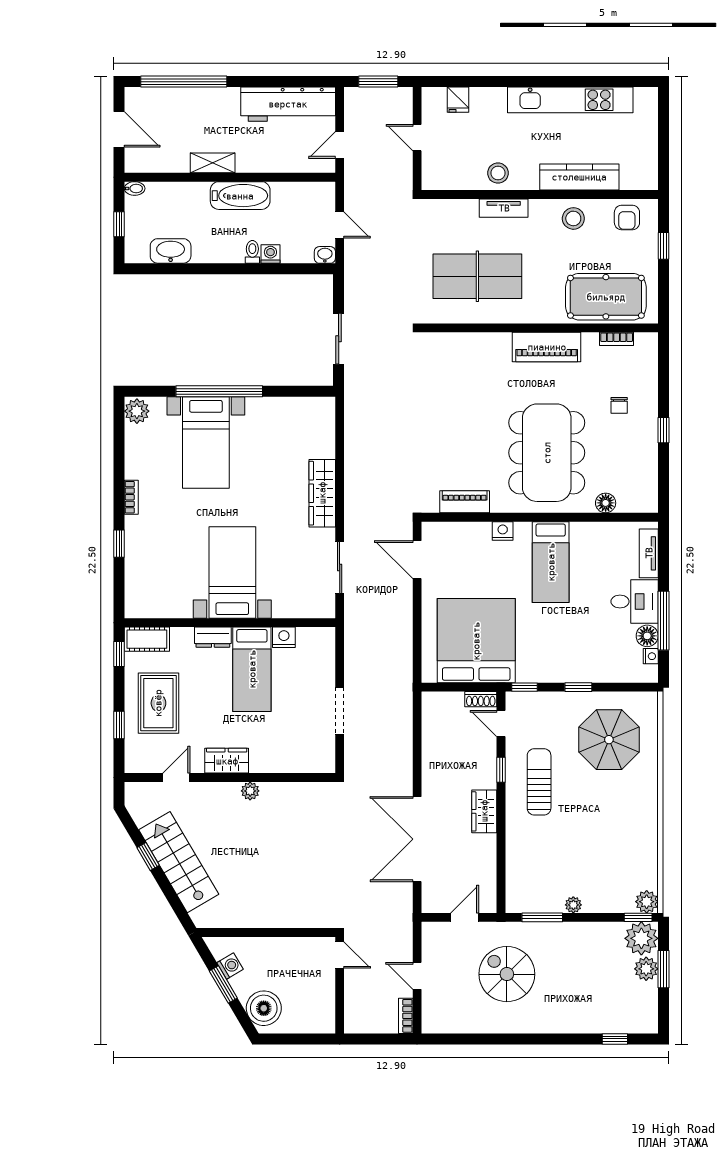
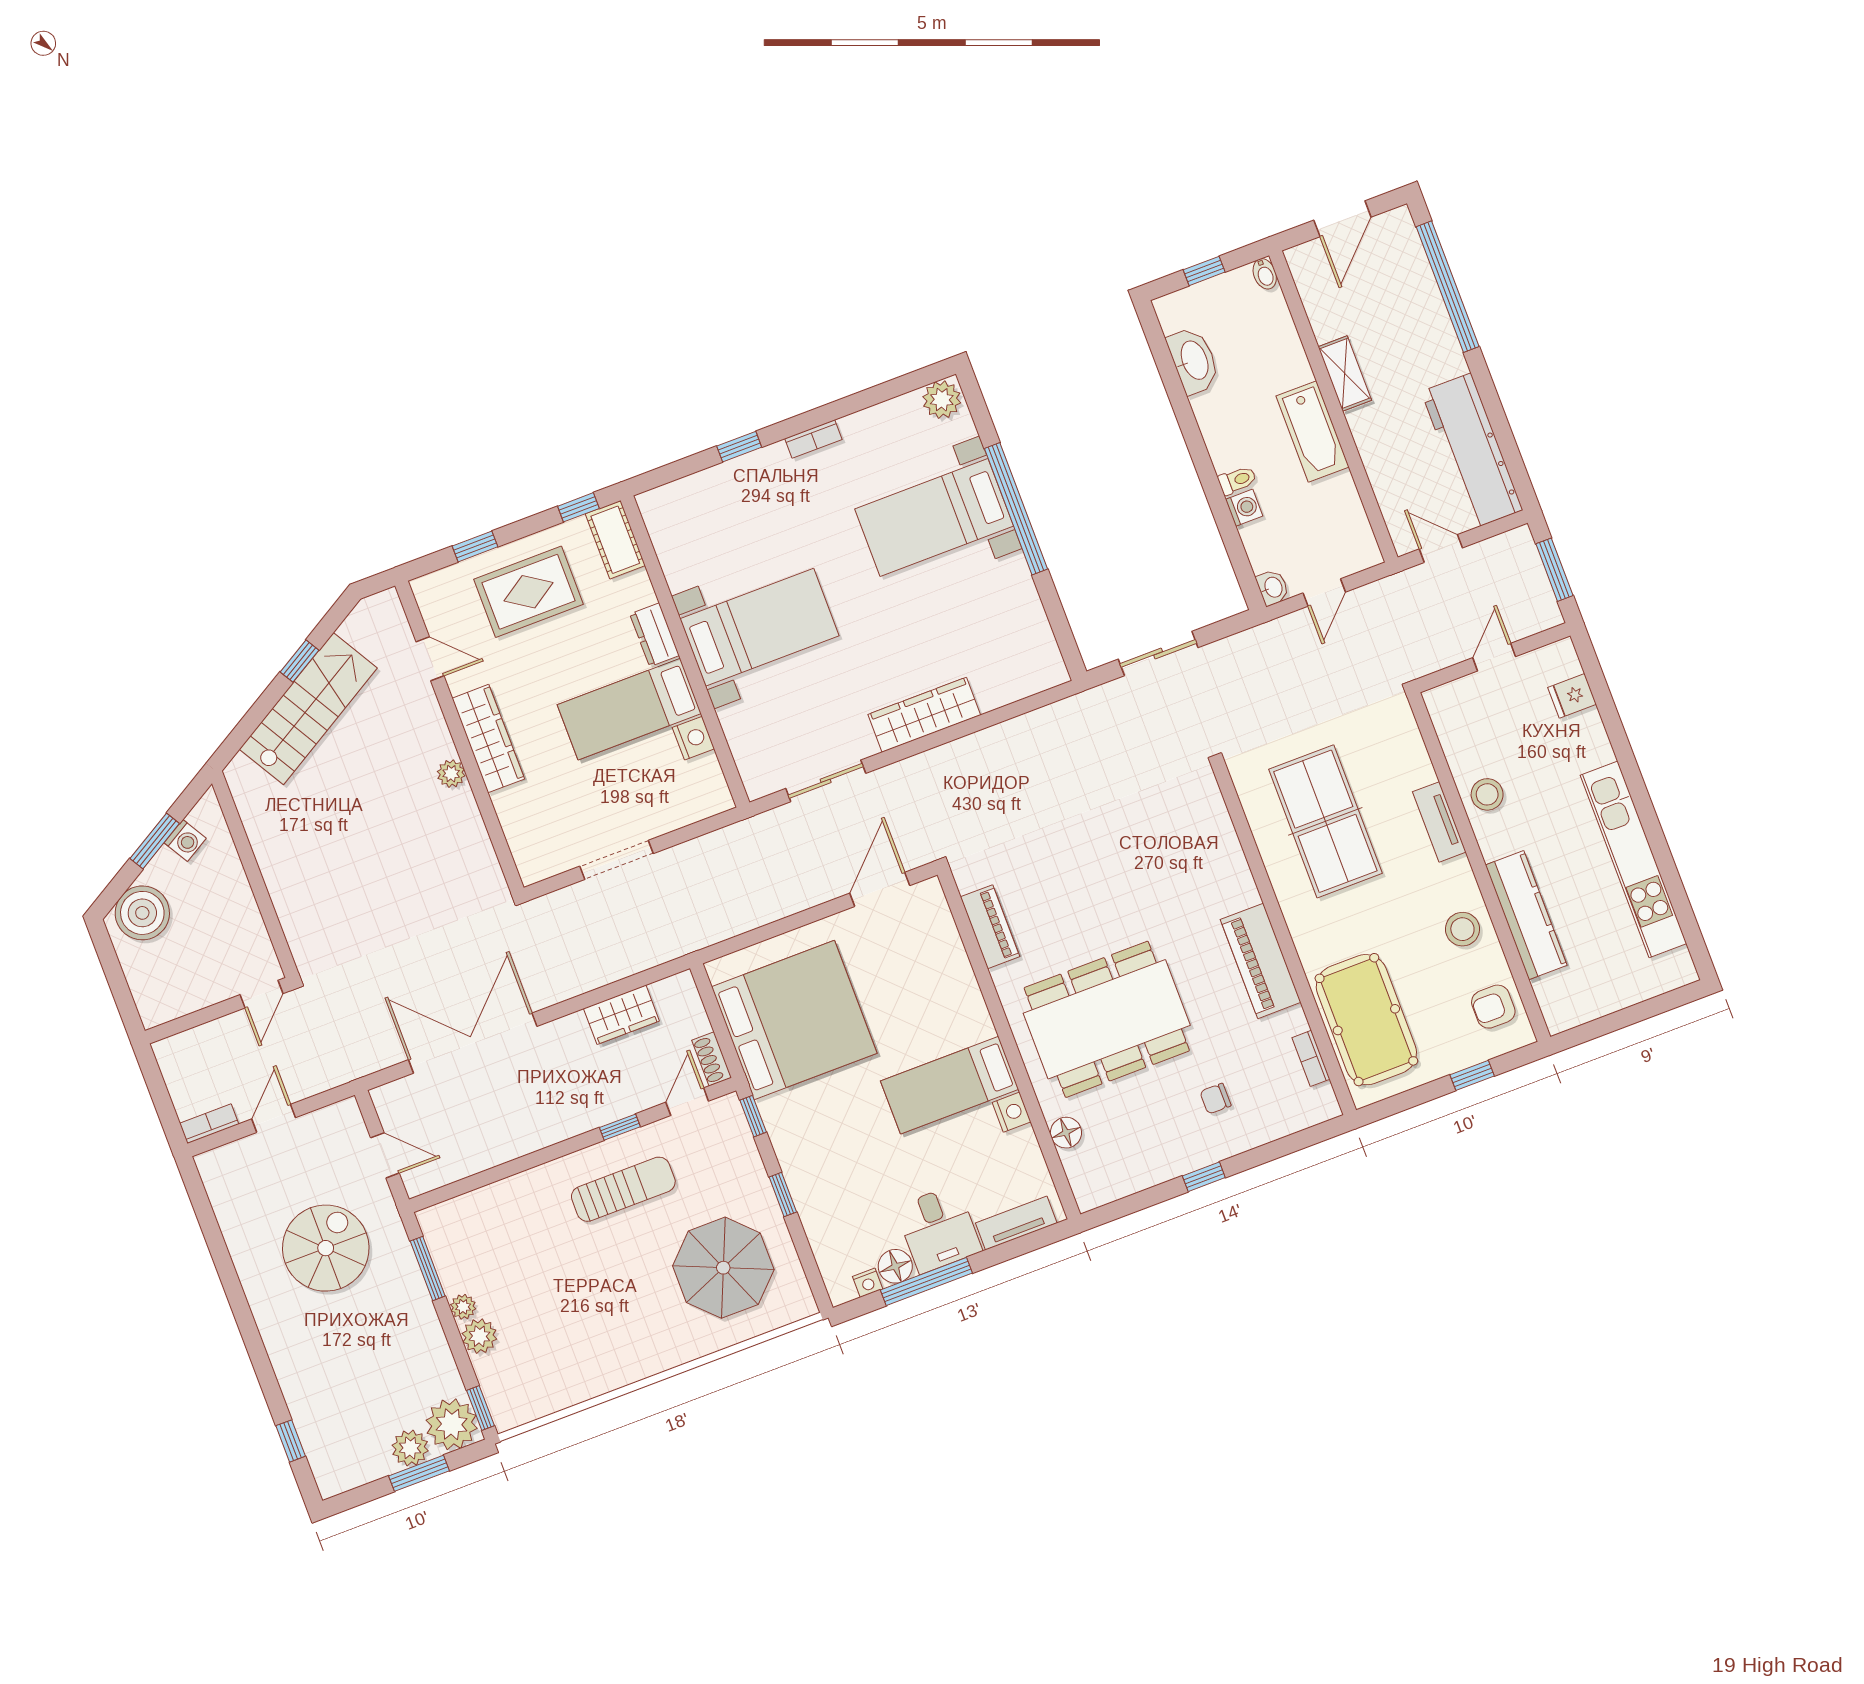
nightstand: (503, 531) -> (1012, 1112), moved
wardrobe: (227, 761) -> (488, 739), width x1.50
wardrobe: (484, 811) -> (621, 1015), moved, turned 180
plant: (647, 902) -> (479, 1336), moved

